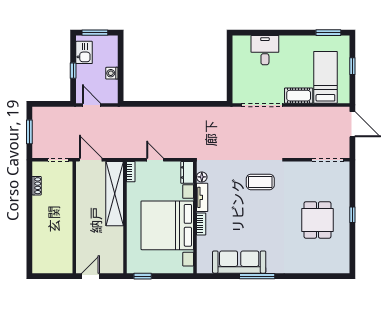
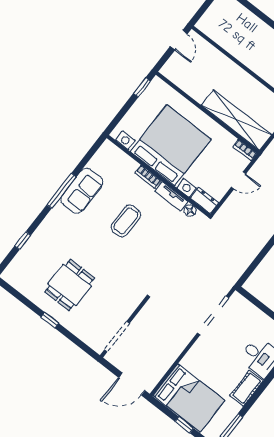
bed: (325, 77) -> (189, 398), width x1.50
cot: (299, 96) -> (247, 388), moved
coffee table: (260, 182) -> (126, 221), moved
dining table: (317, 220) -> (70, 285), turned 90
sofa: (239, 262) -> (82, 191), width x0.73
window: (312, 276) -> (23, 240), added

